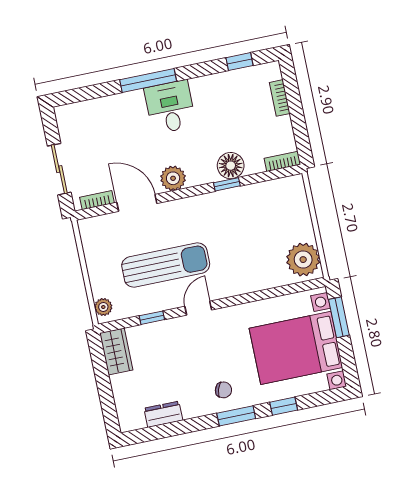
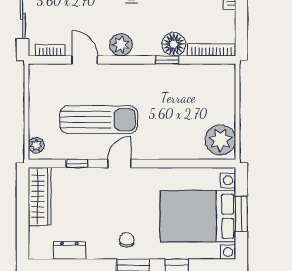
bookcase: (282, 161) -> (211, 50), width x1.56
door: (137, 203) -> (85, 60), width x0.73
window: (339, 317) -> (241, 214), moved
wardrobe: (116, 351) -> (40, 196), width x1.50
chair: (223, 390) -> (127, 240), turned -108

